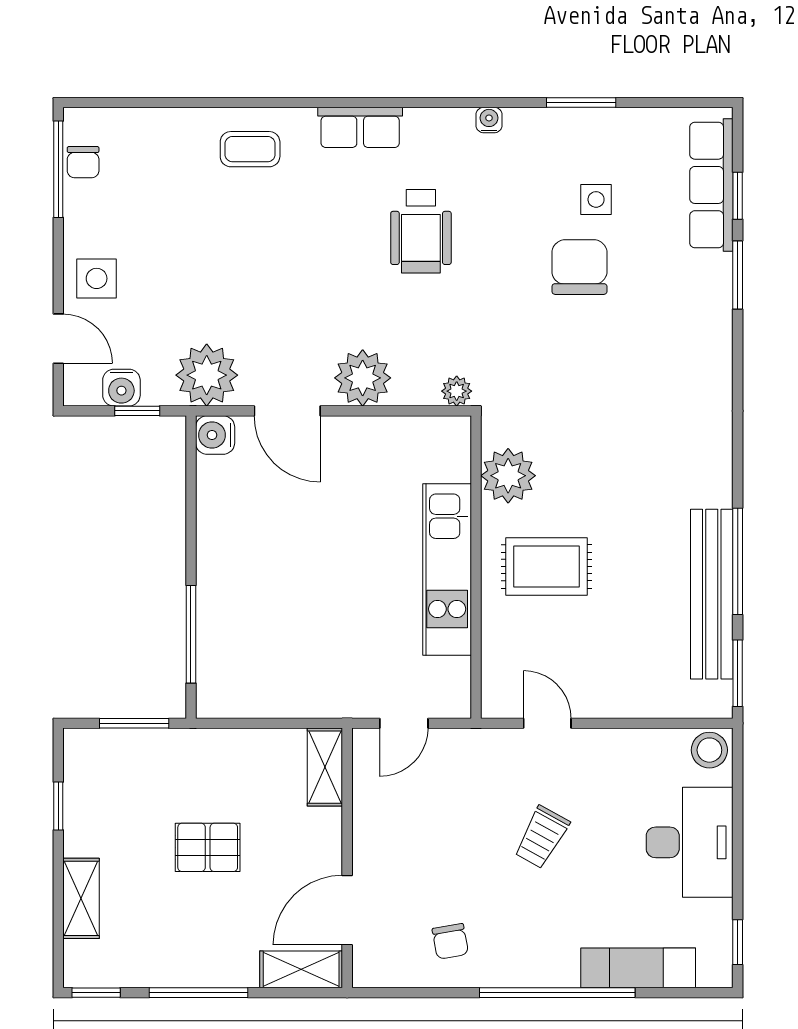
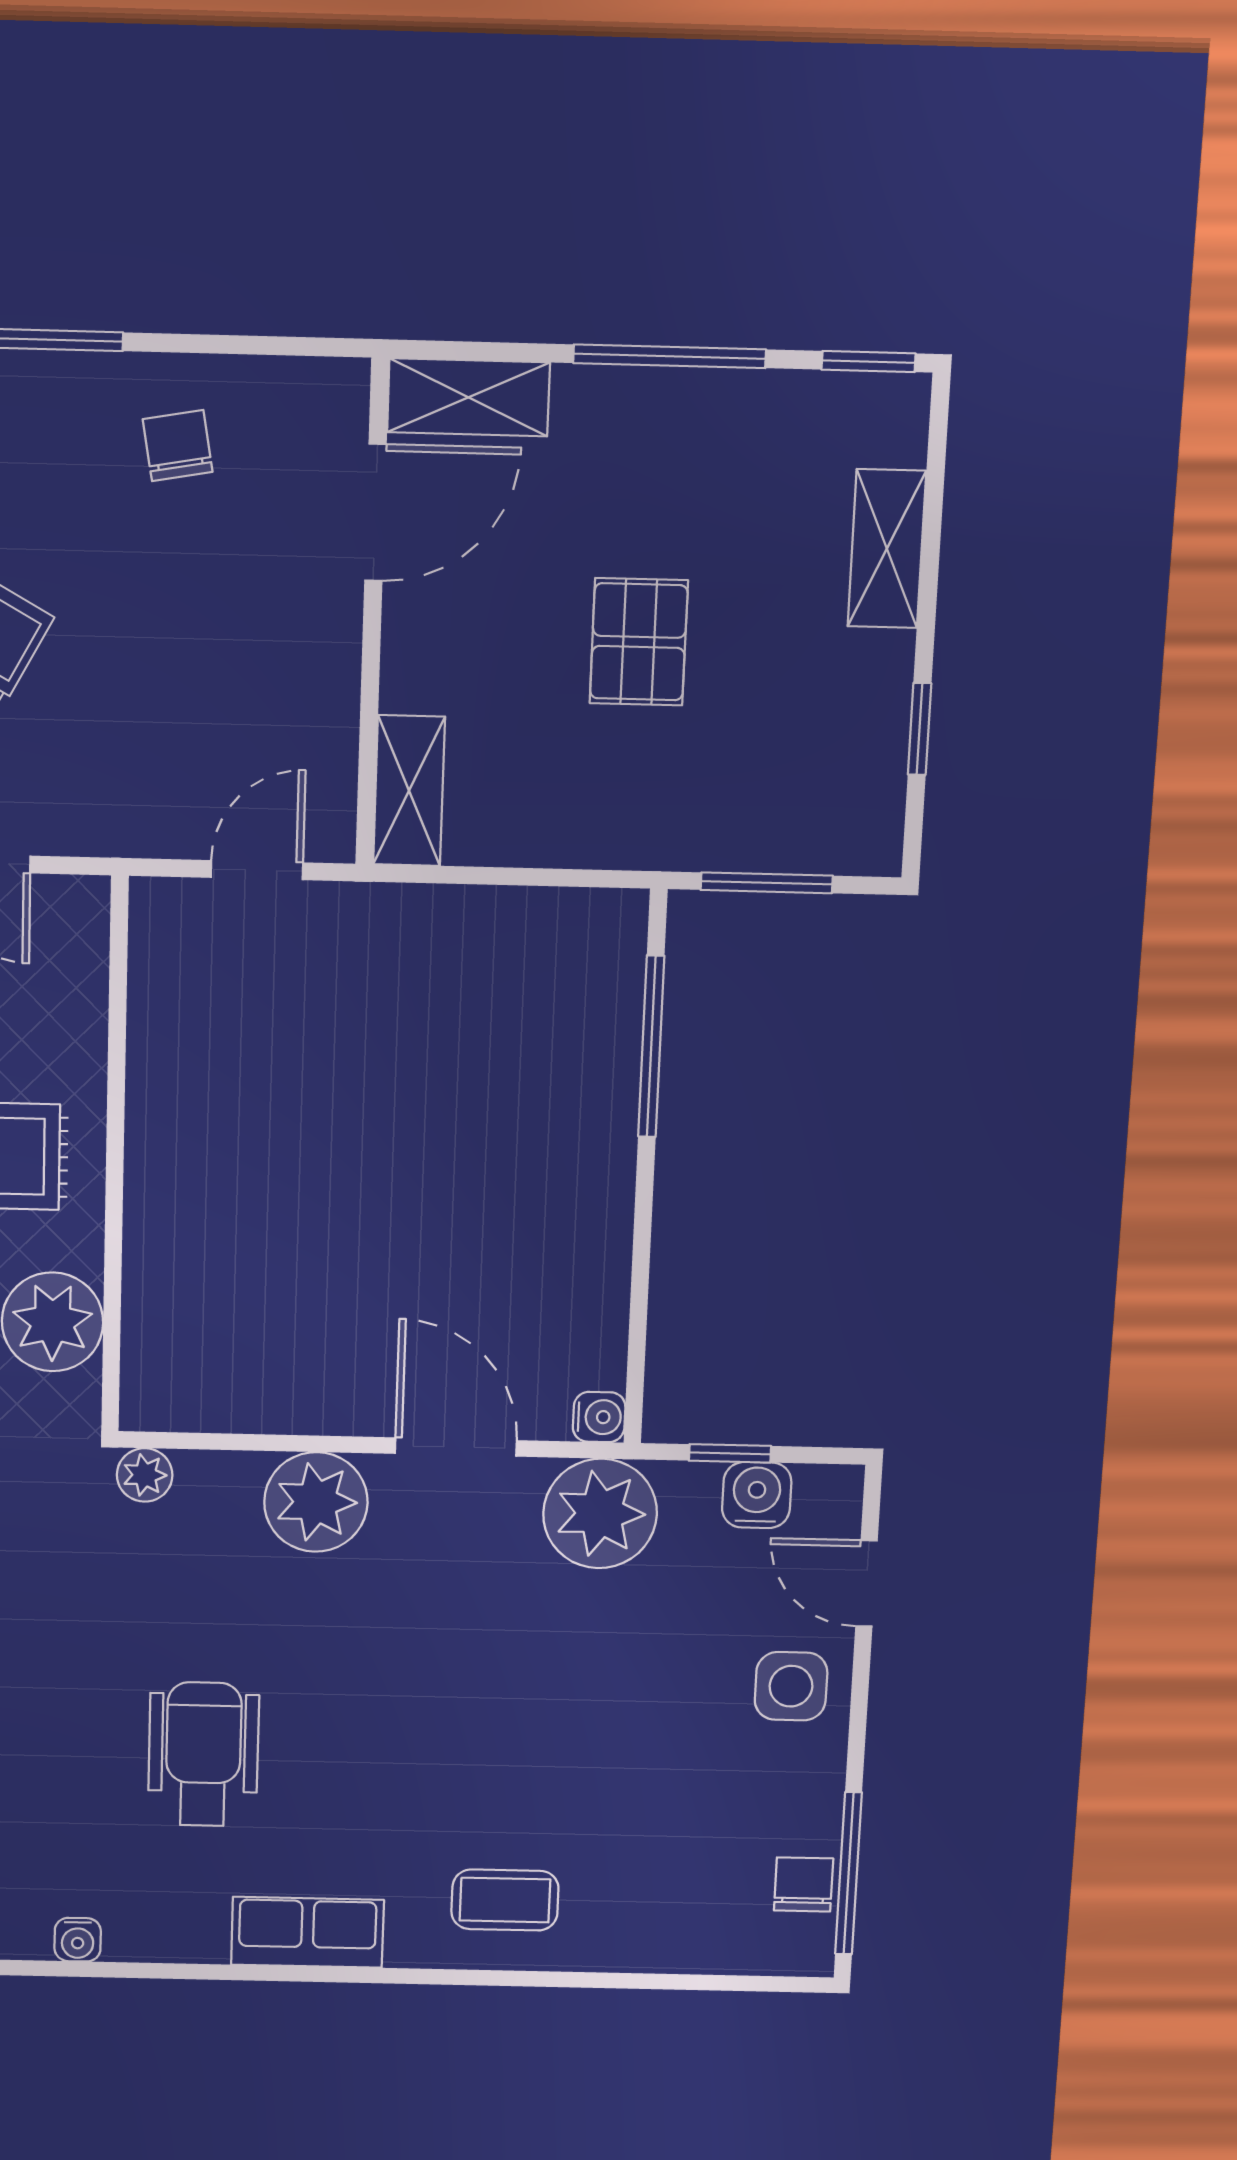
water cooler: (215, 435) -> (599, 1417), width x0.72, depth x0.72
kitchen unit: (447, 569) -> (169, 1154), removed
pallet: (208, 847) -> (639, 642), turned 90

